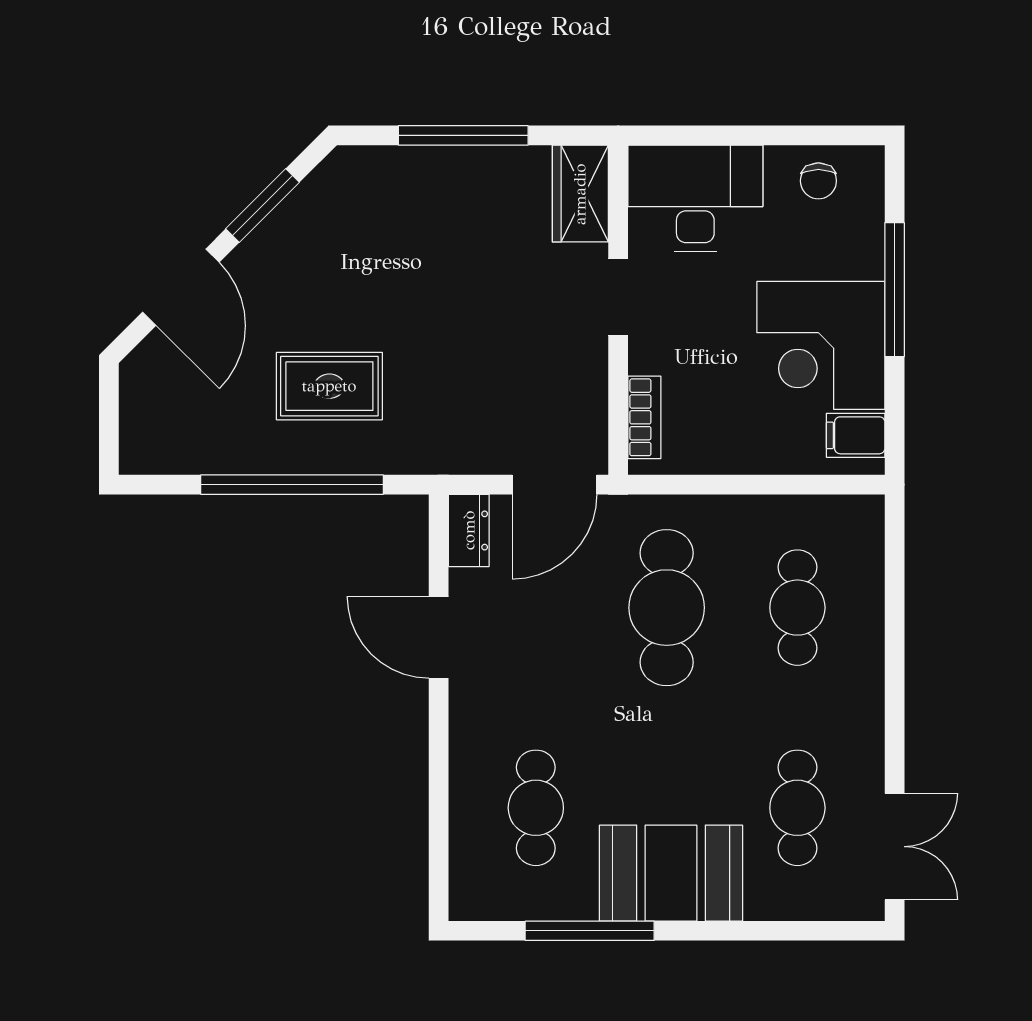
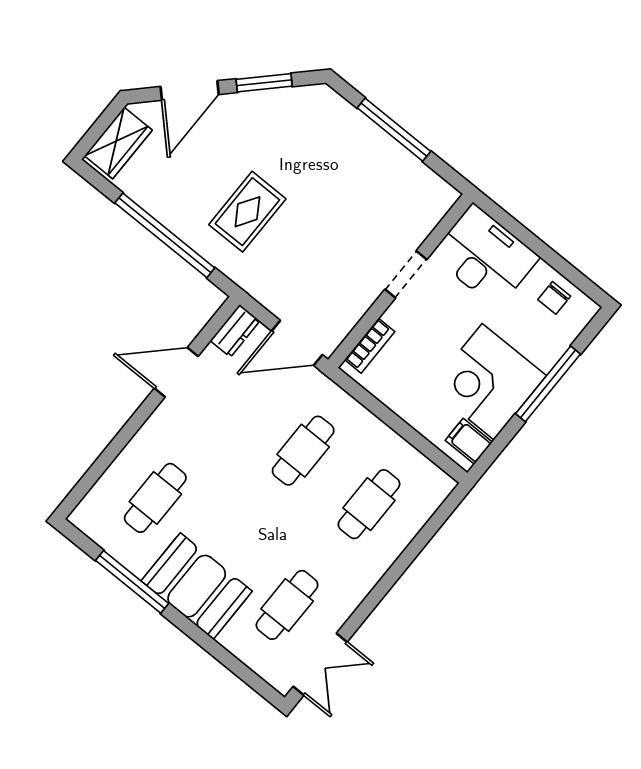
wardrobe: (580, 194) -> (118, 143), moved, turned 180
rug: (329, 386) -> (247, 212), moved, turned 90
cafe table: (667, 608) -> (303, 451), width x0.73, depth x0.74
door: (439, 637) -> (176, 372), hinge flipped

